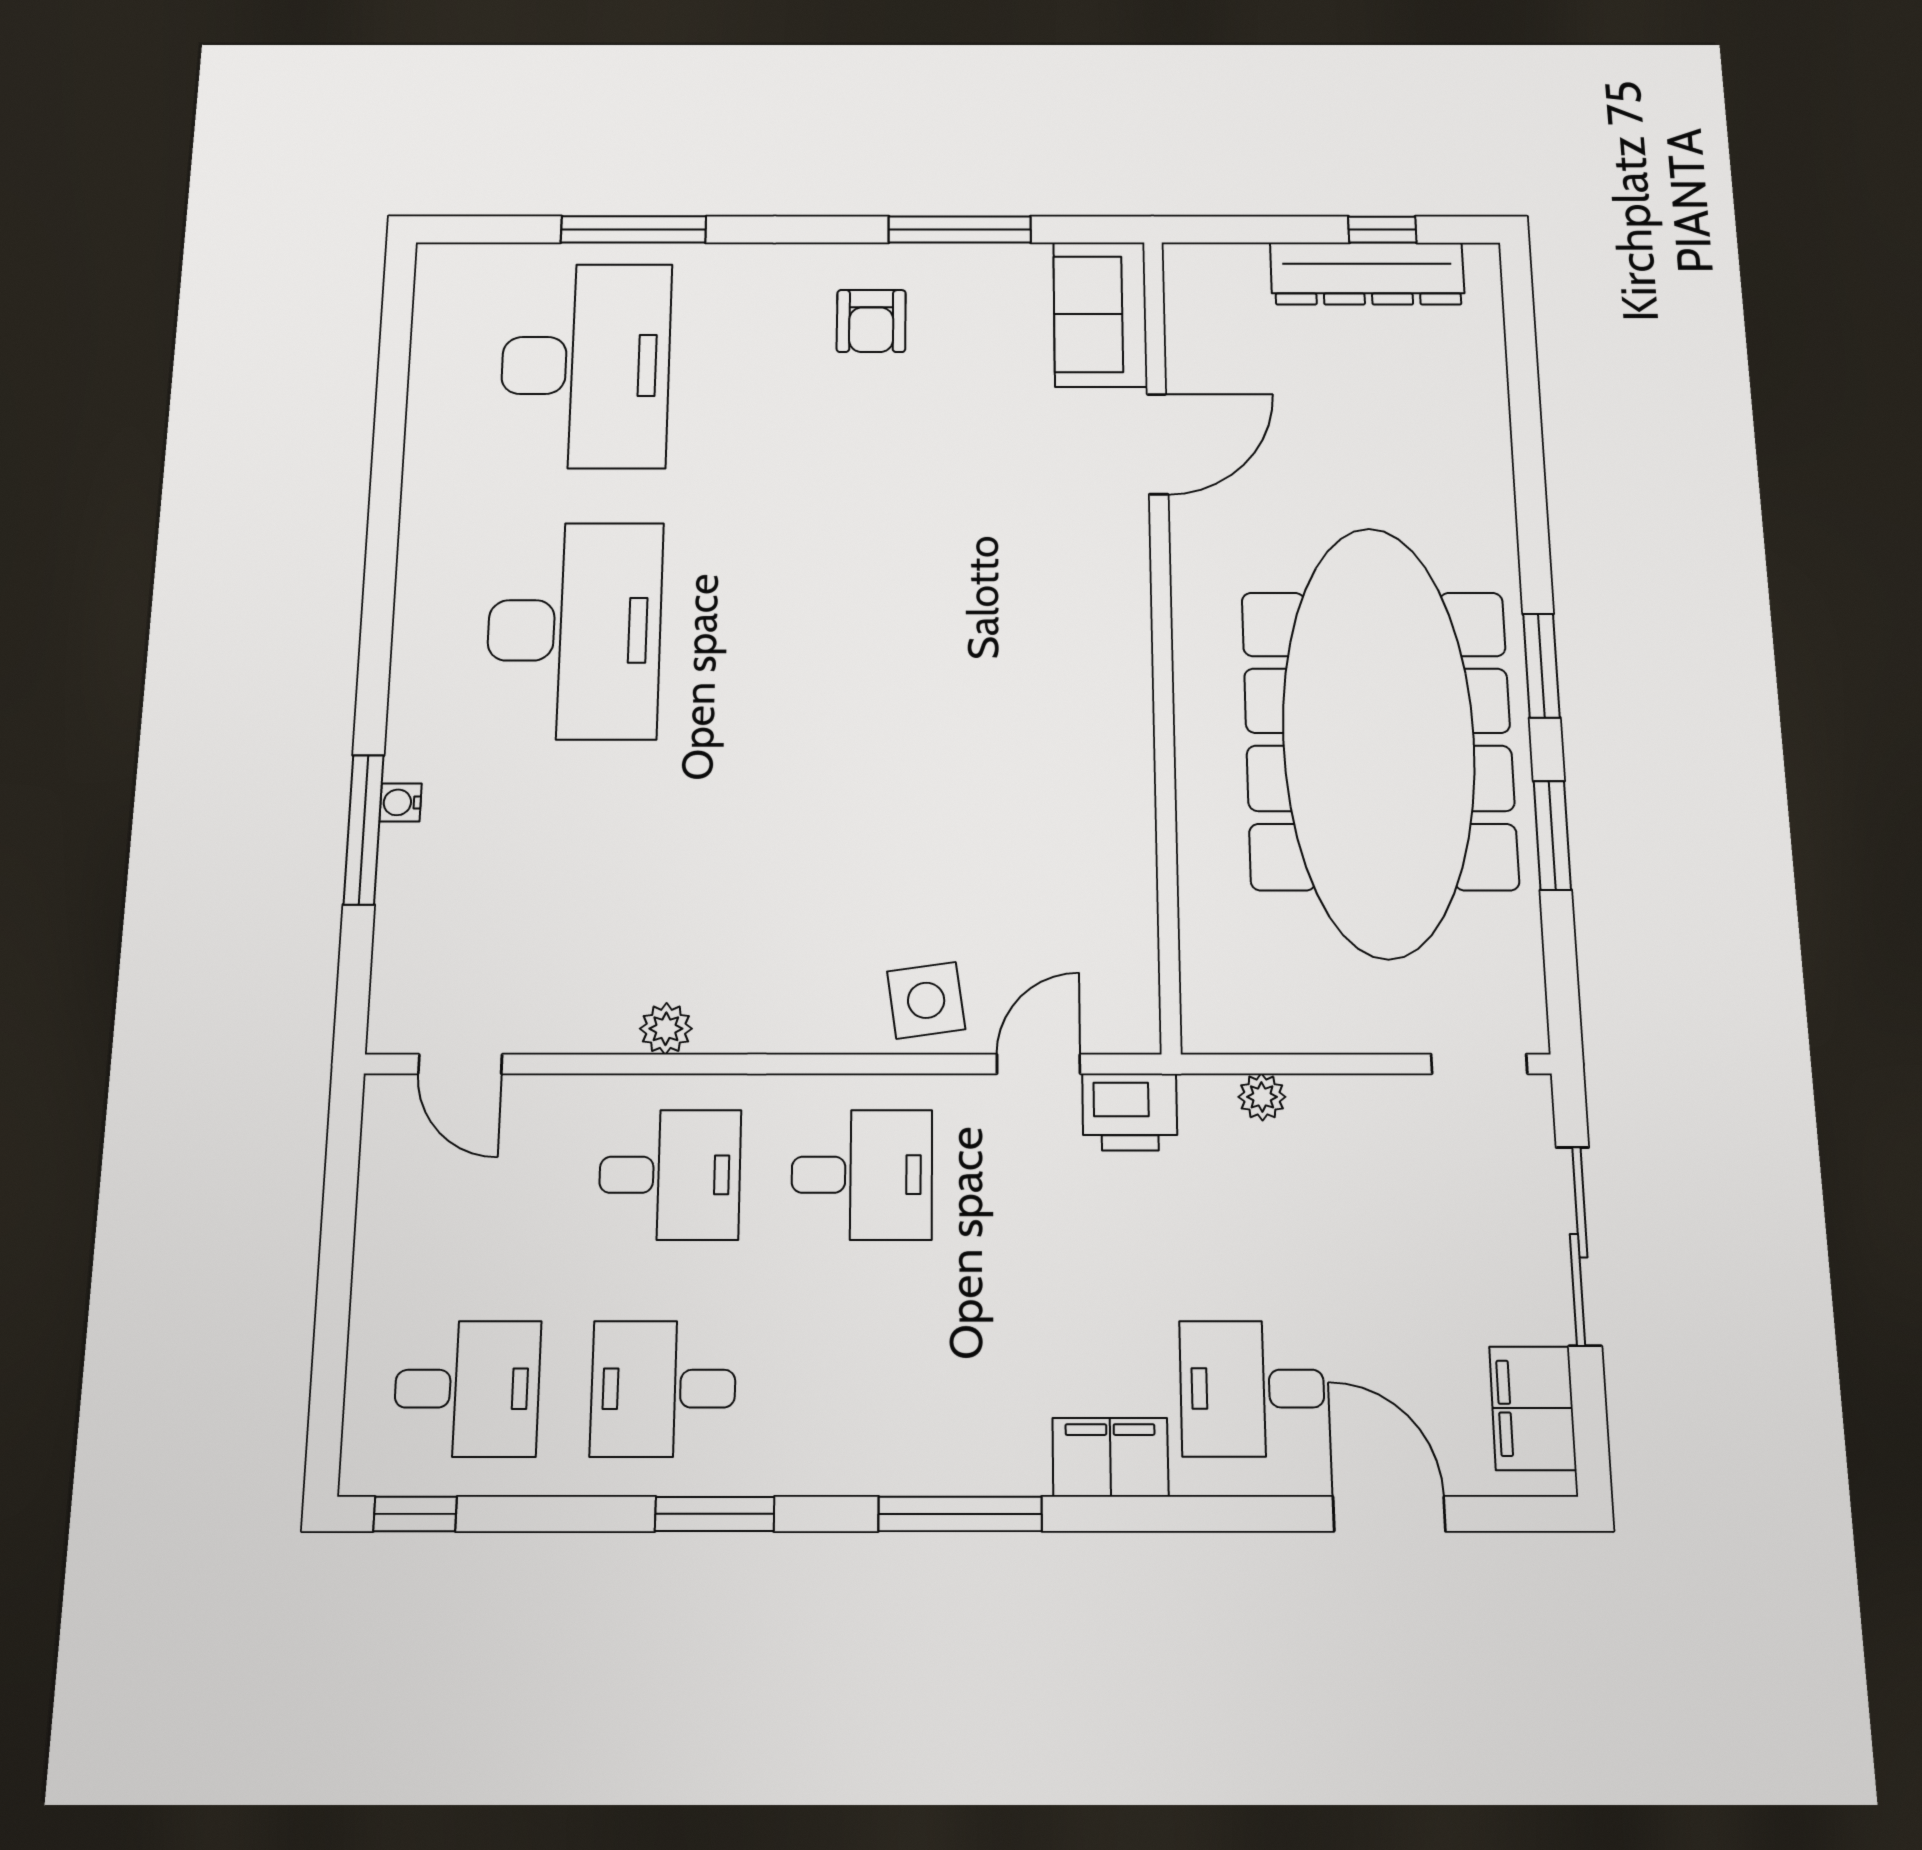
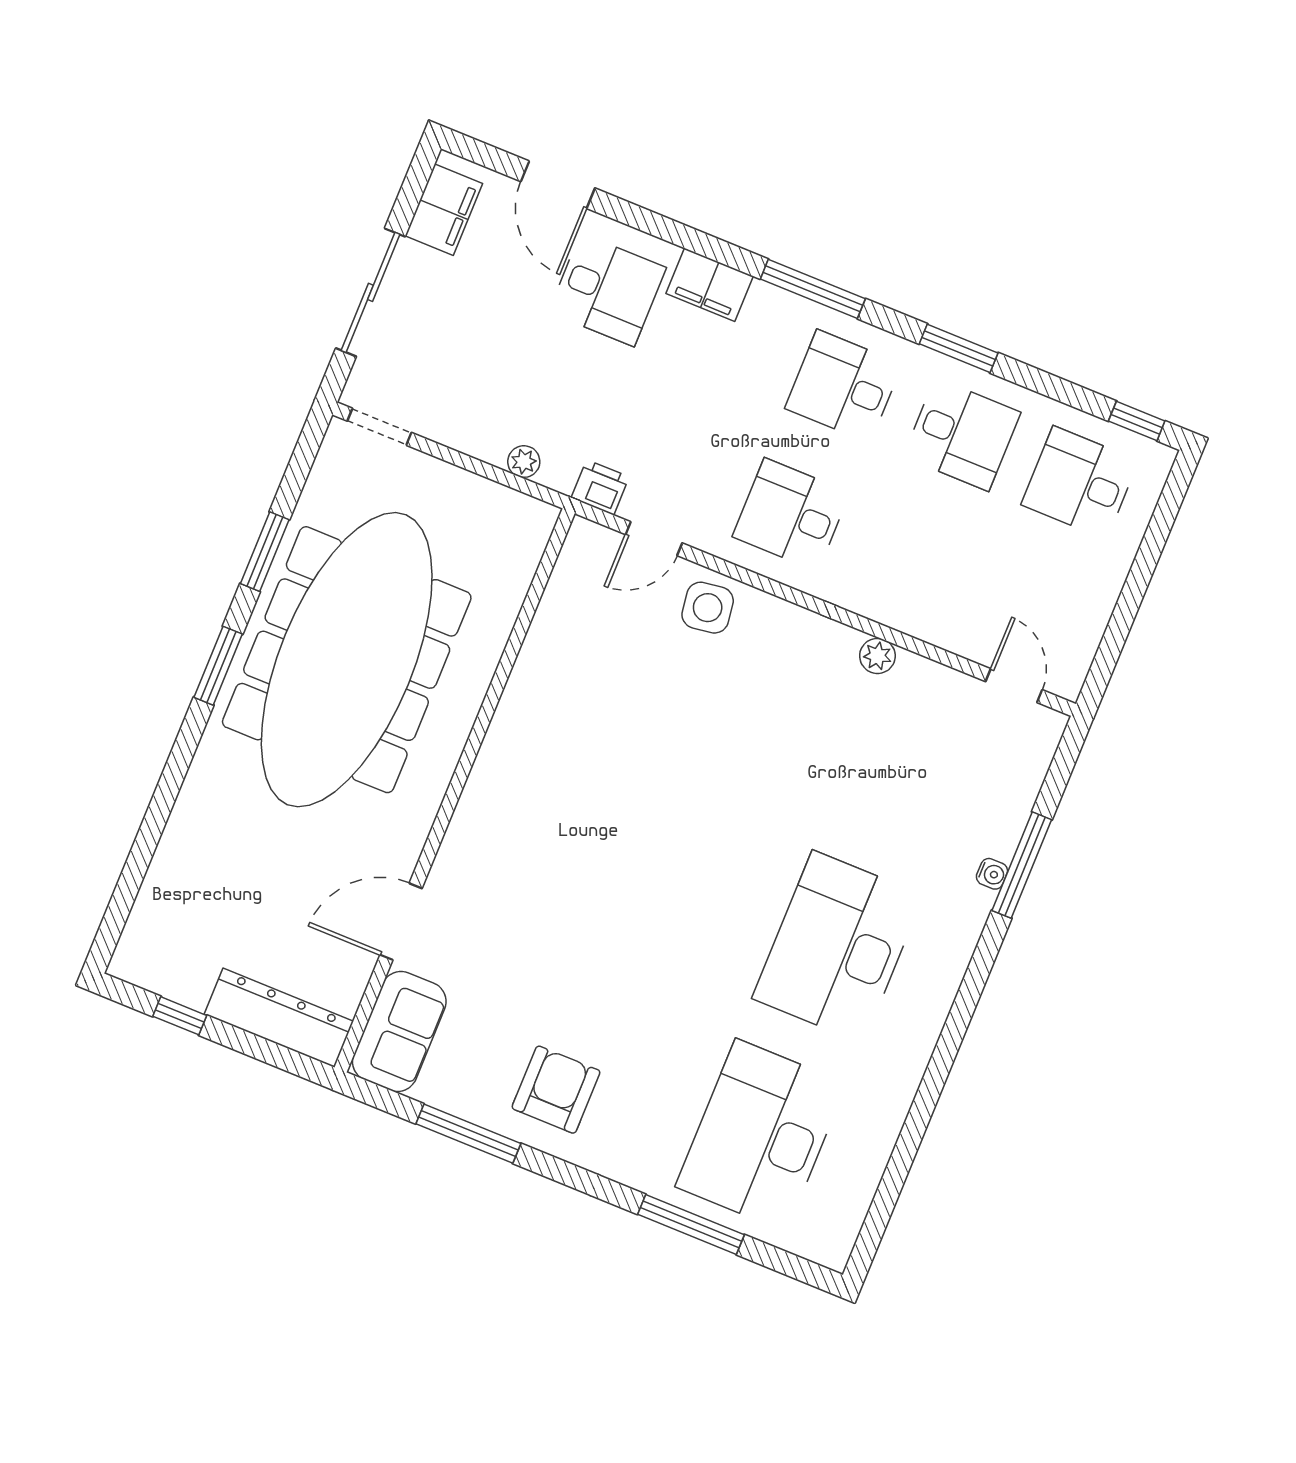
dresser: (1367, 274) -> (279, 1018), moved
armchair: (871, 321) -> (556, 1090), width x1.38, depth x1.38
printer: (1130, 1112) -> (600, 487), width x0.73, depth x0.81
desk: (670, 1175) -> (844, 386), moved

